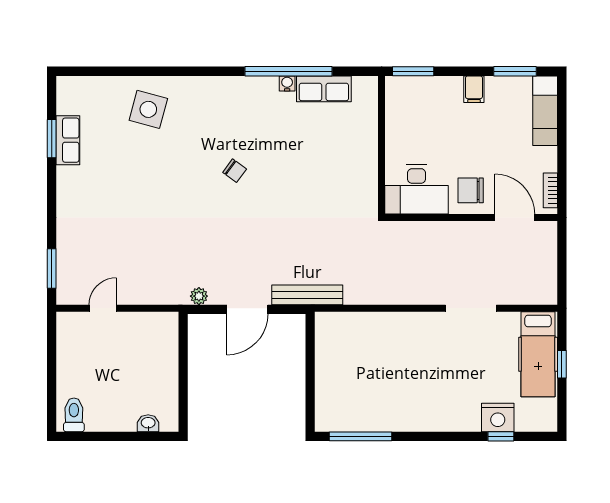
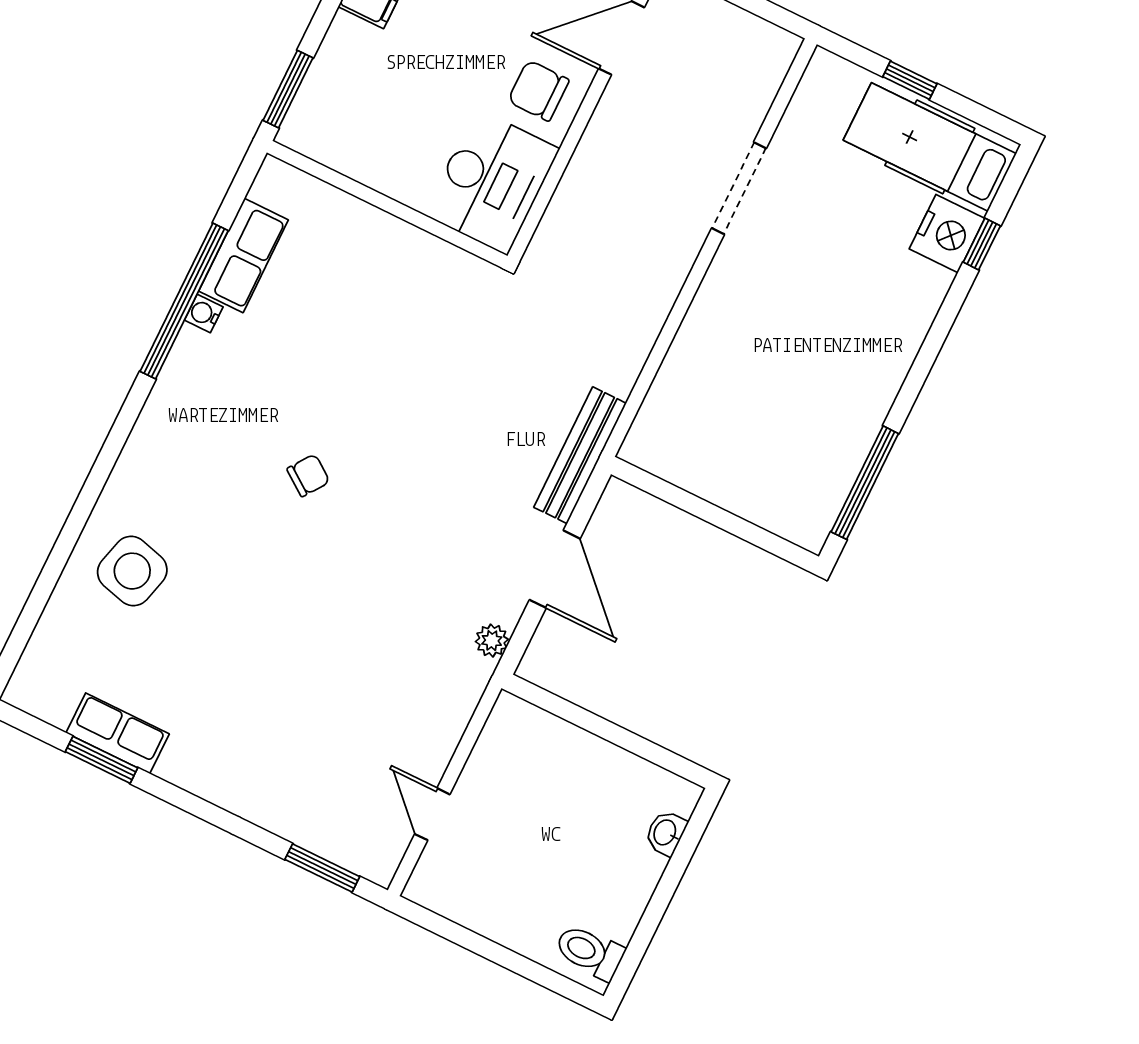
chair: (471, 190) -> (538, 91), turned 90
hospital bed: (538, 354) -> (930, 147), moved, turned 180

